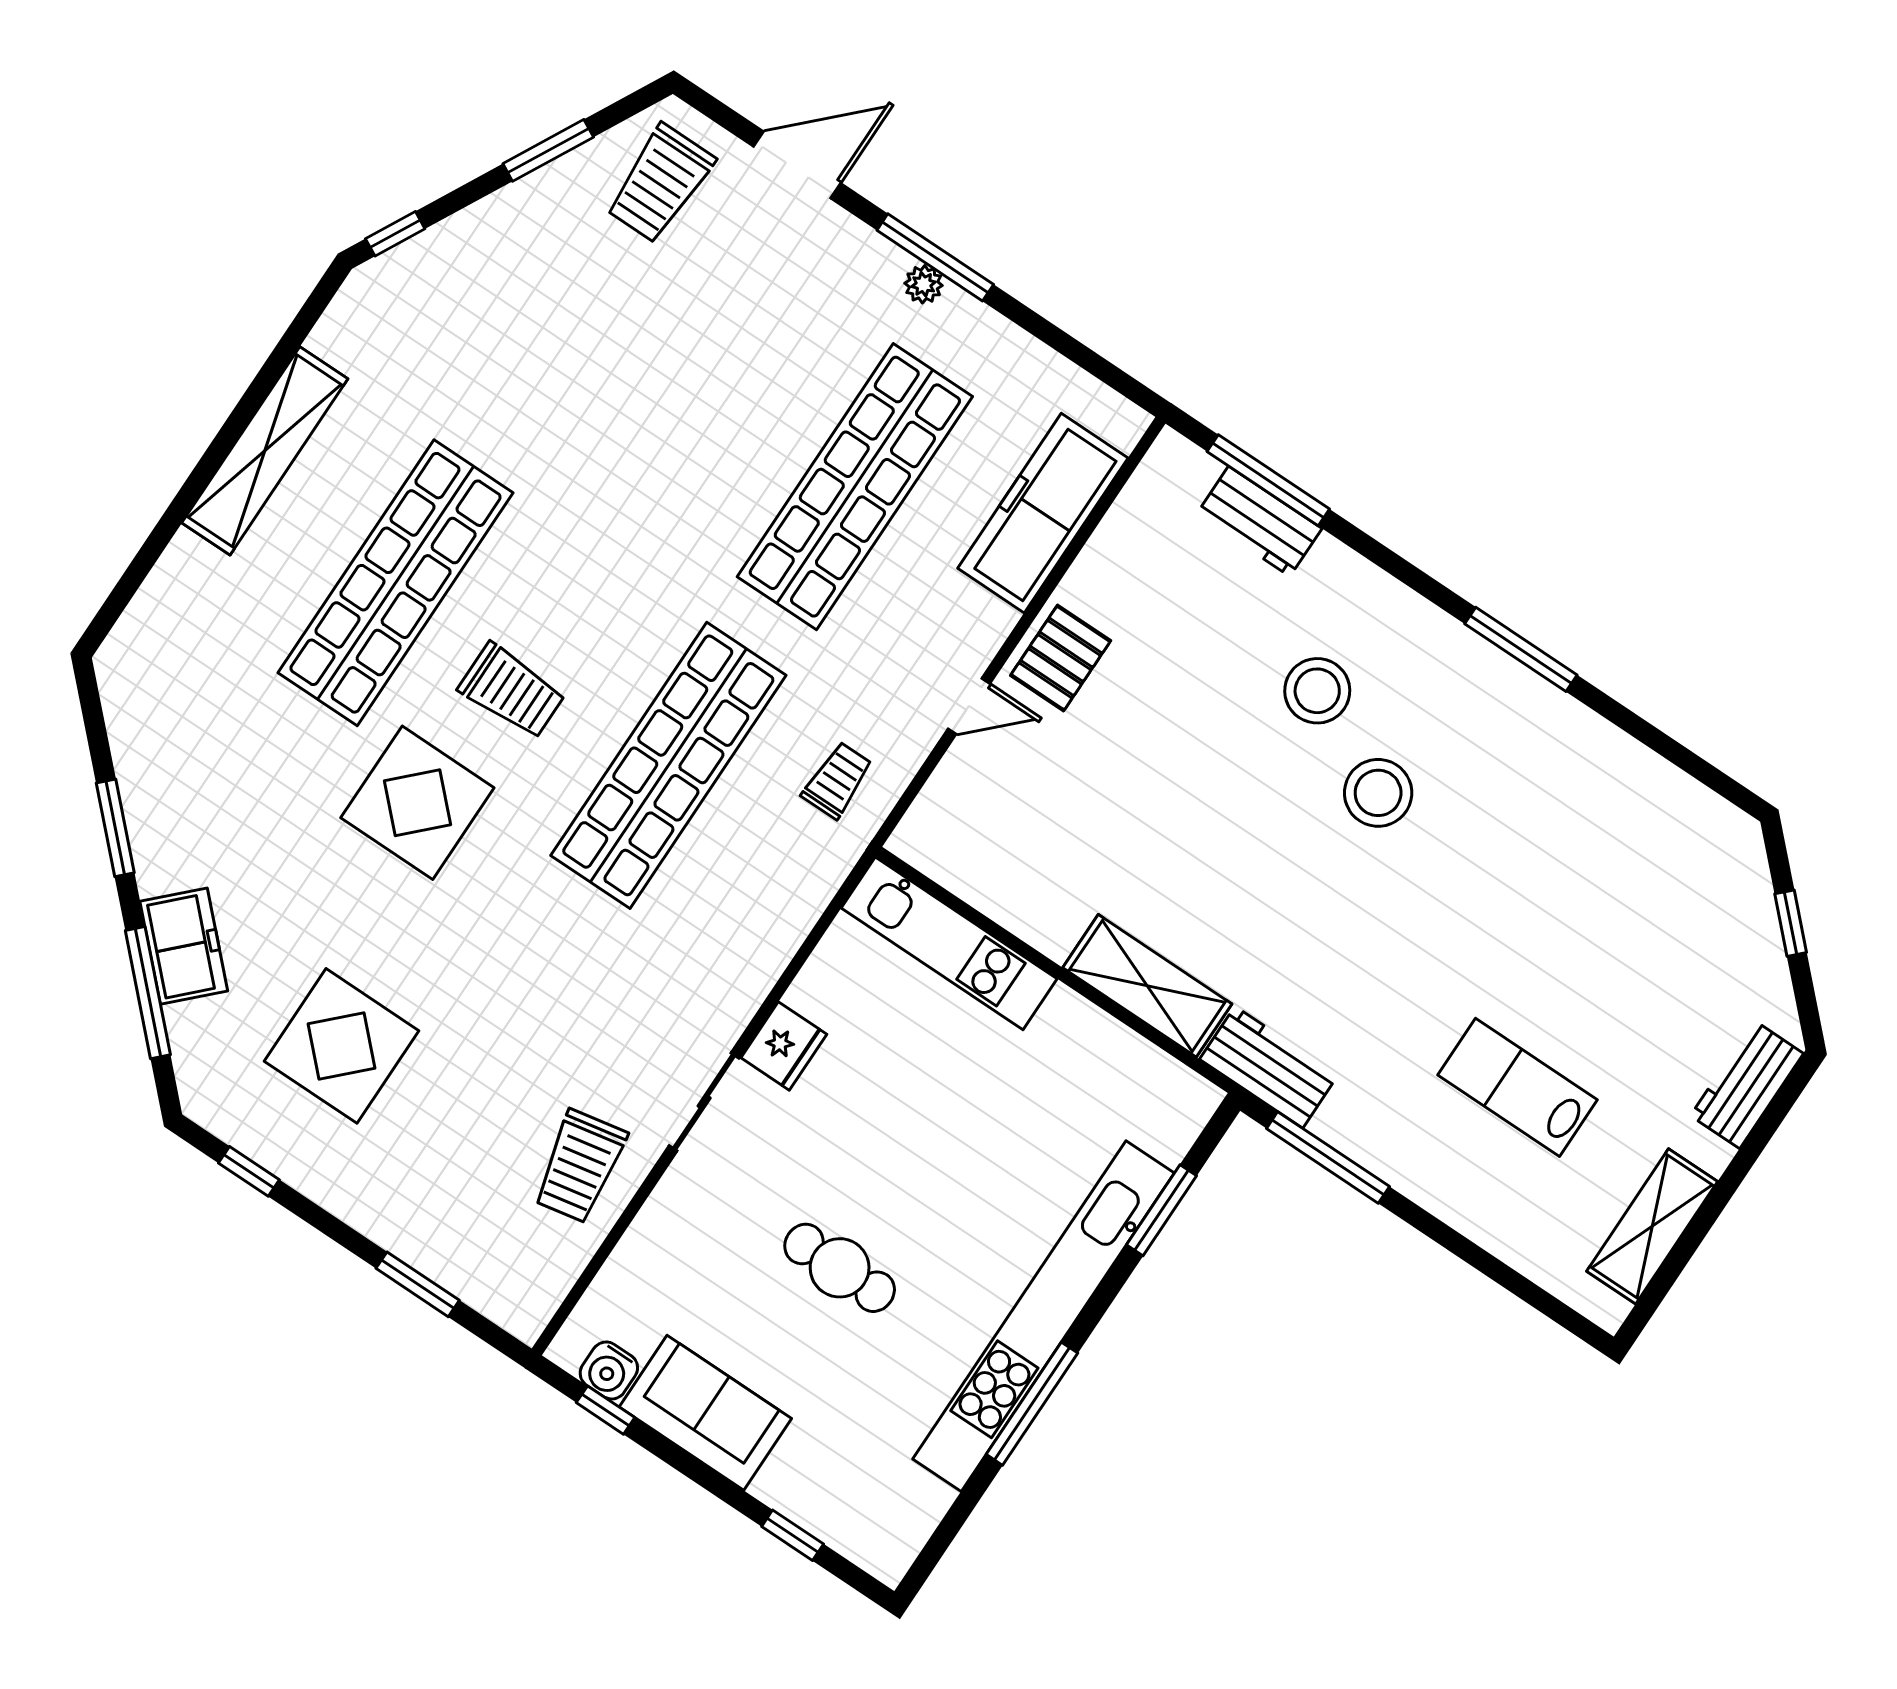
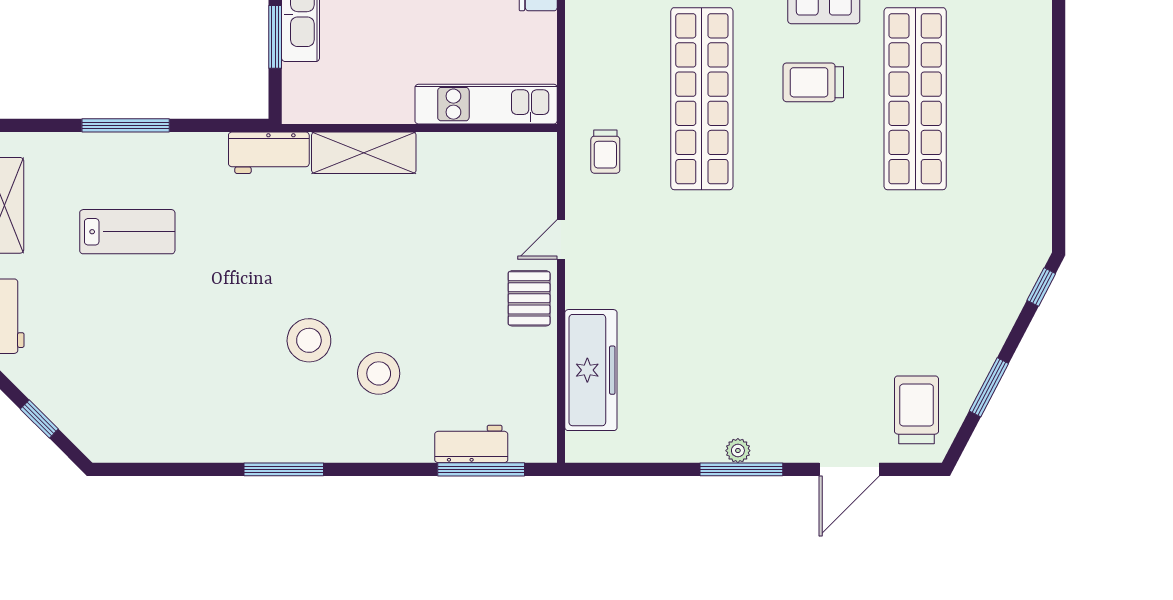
shelving: (265, 451) -> (1033, 123), removed
shop shelf: (855, 487) -> (702, 317), removed
window: (1328, 1157) -> (126, 125), moved

